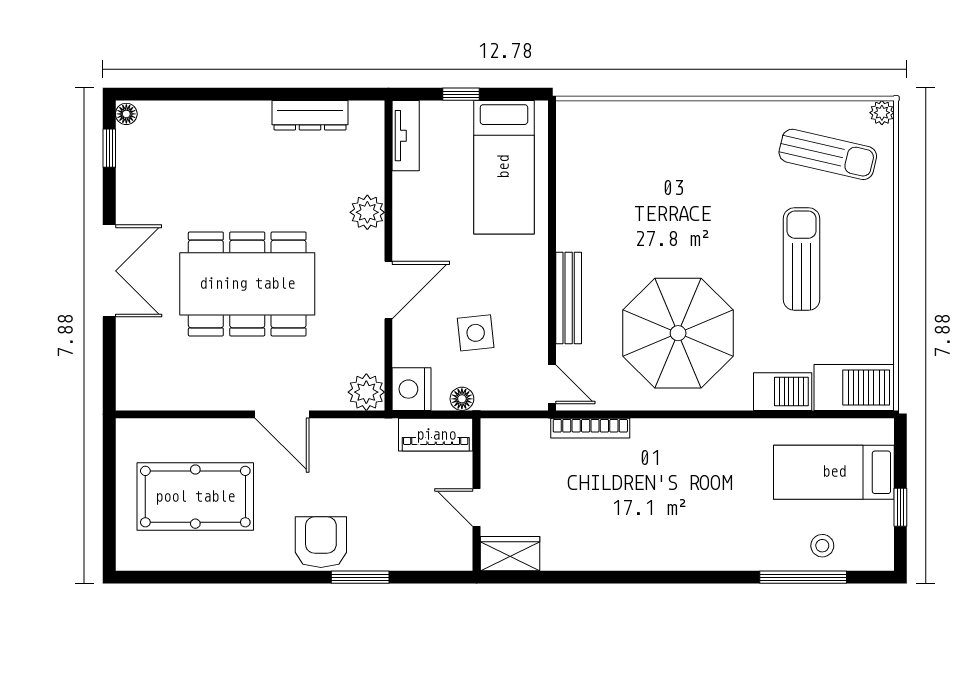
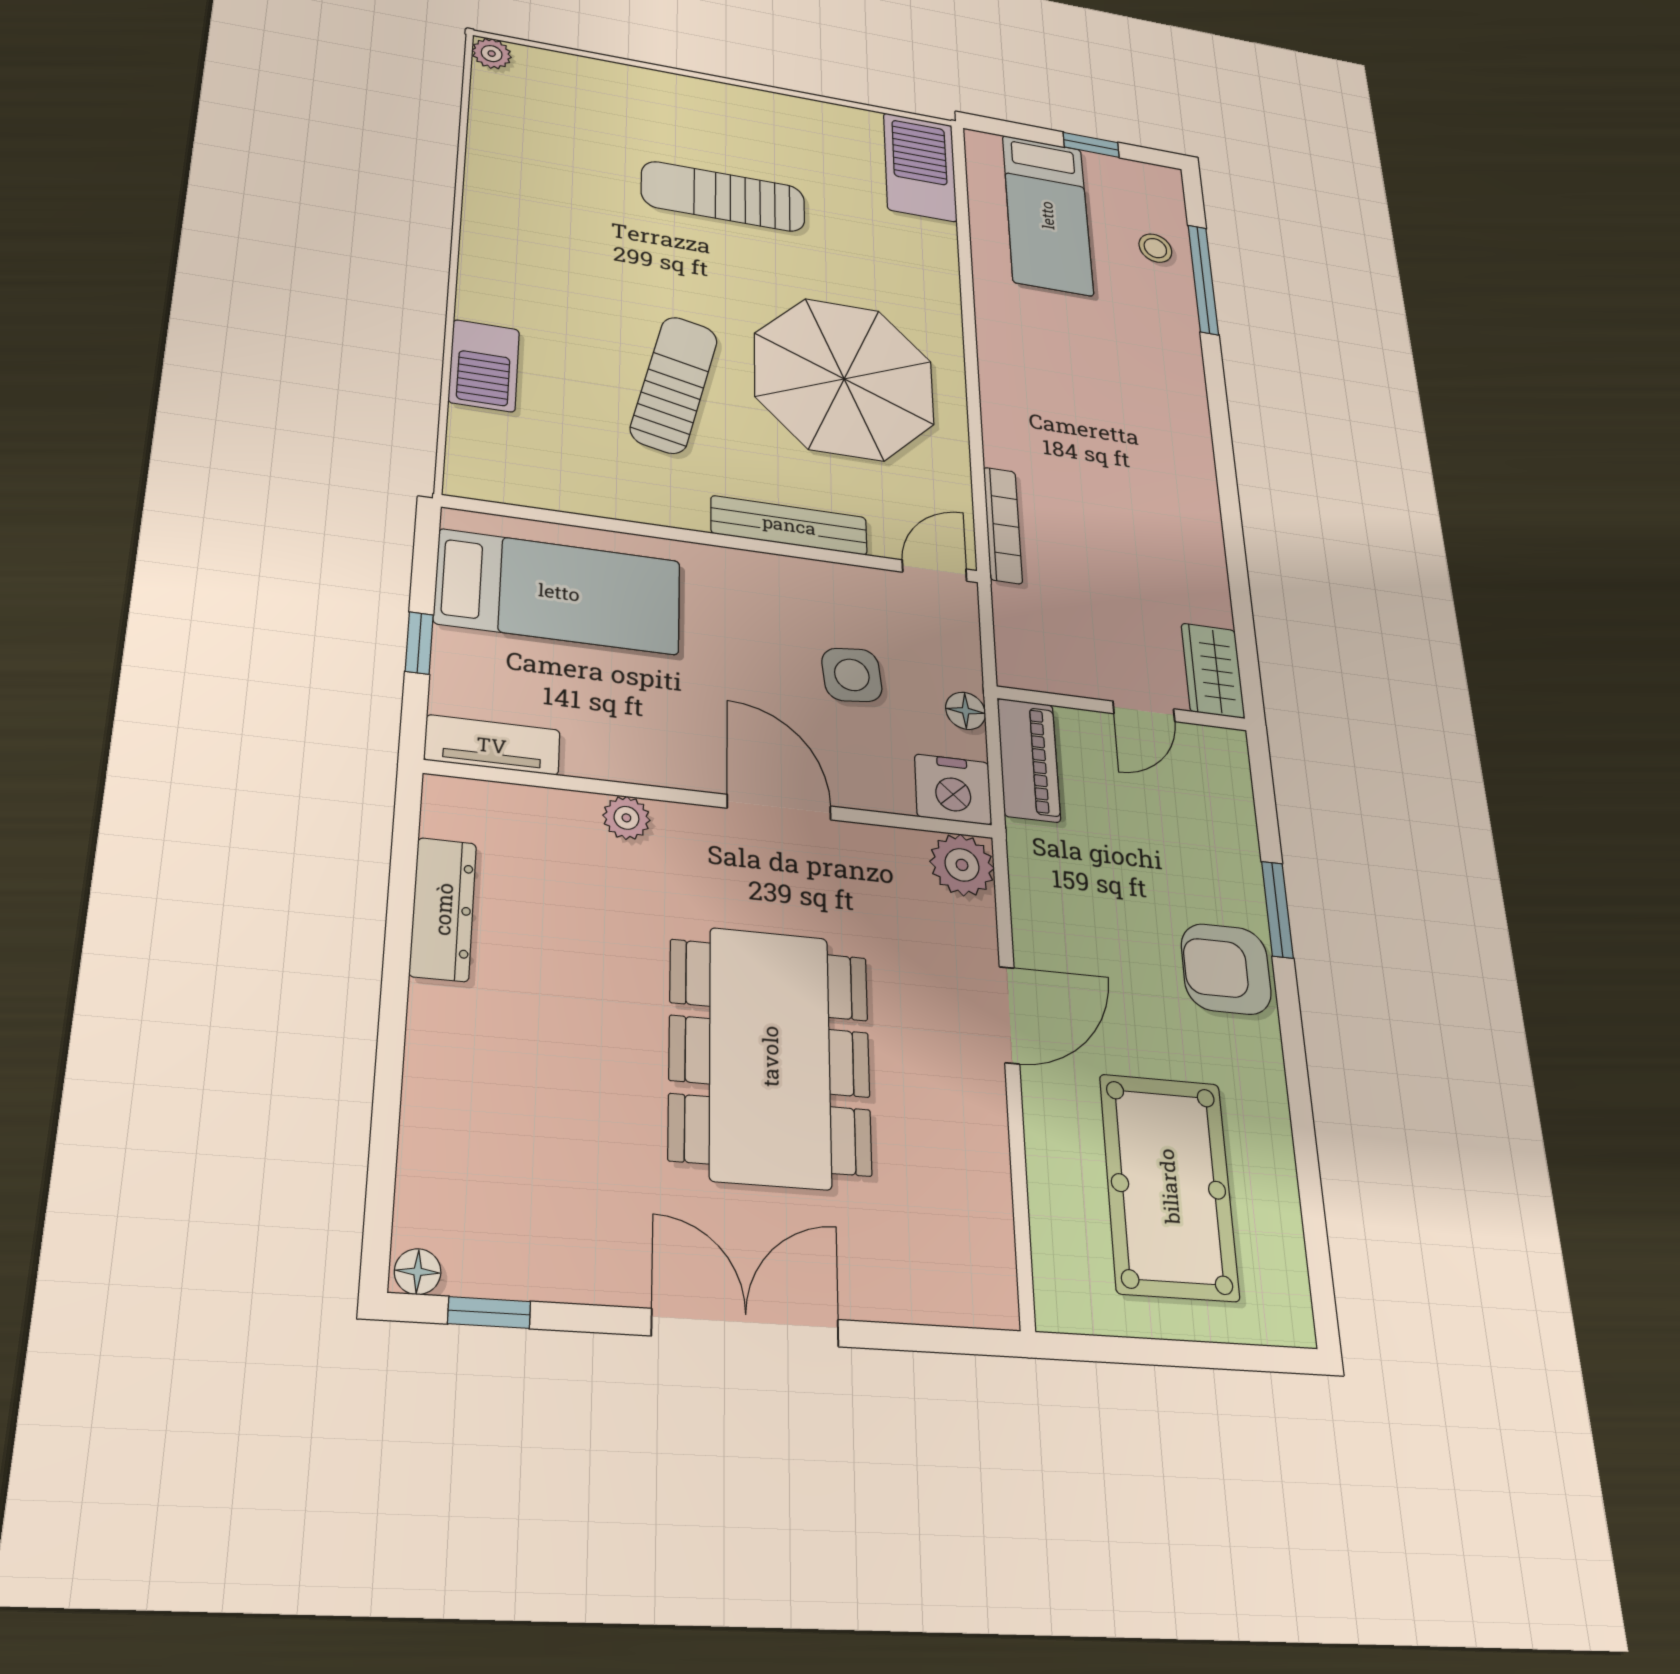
sun lounger: (828, 154) -> (674, 385), moved
plant: (367, 212) -> (626, 818), width x0.73, depth x0.73
barbecue: (783, 392) -> (484, 366), moved, turned 180

